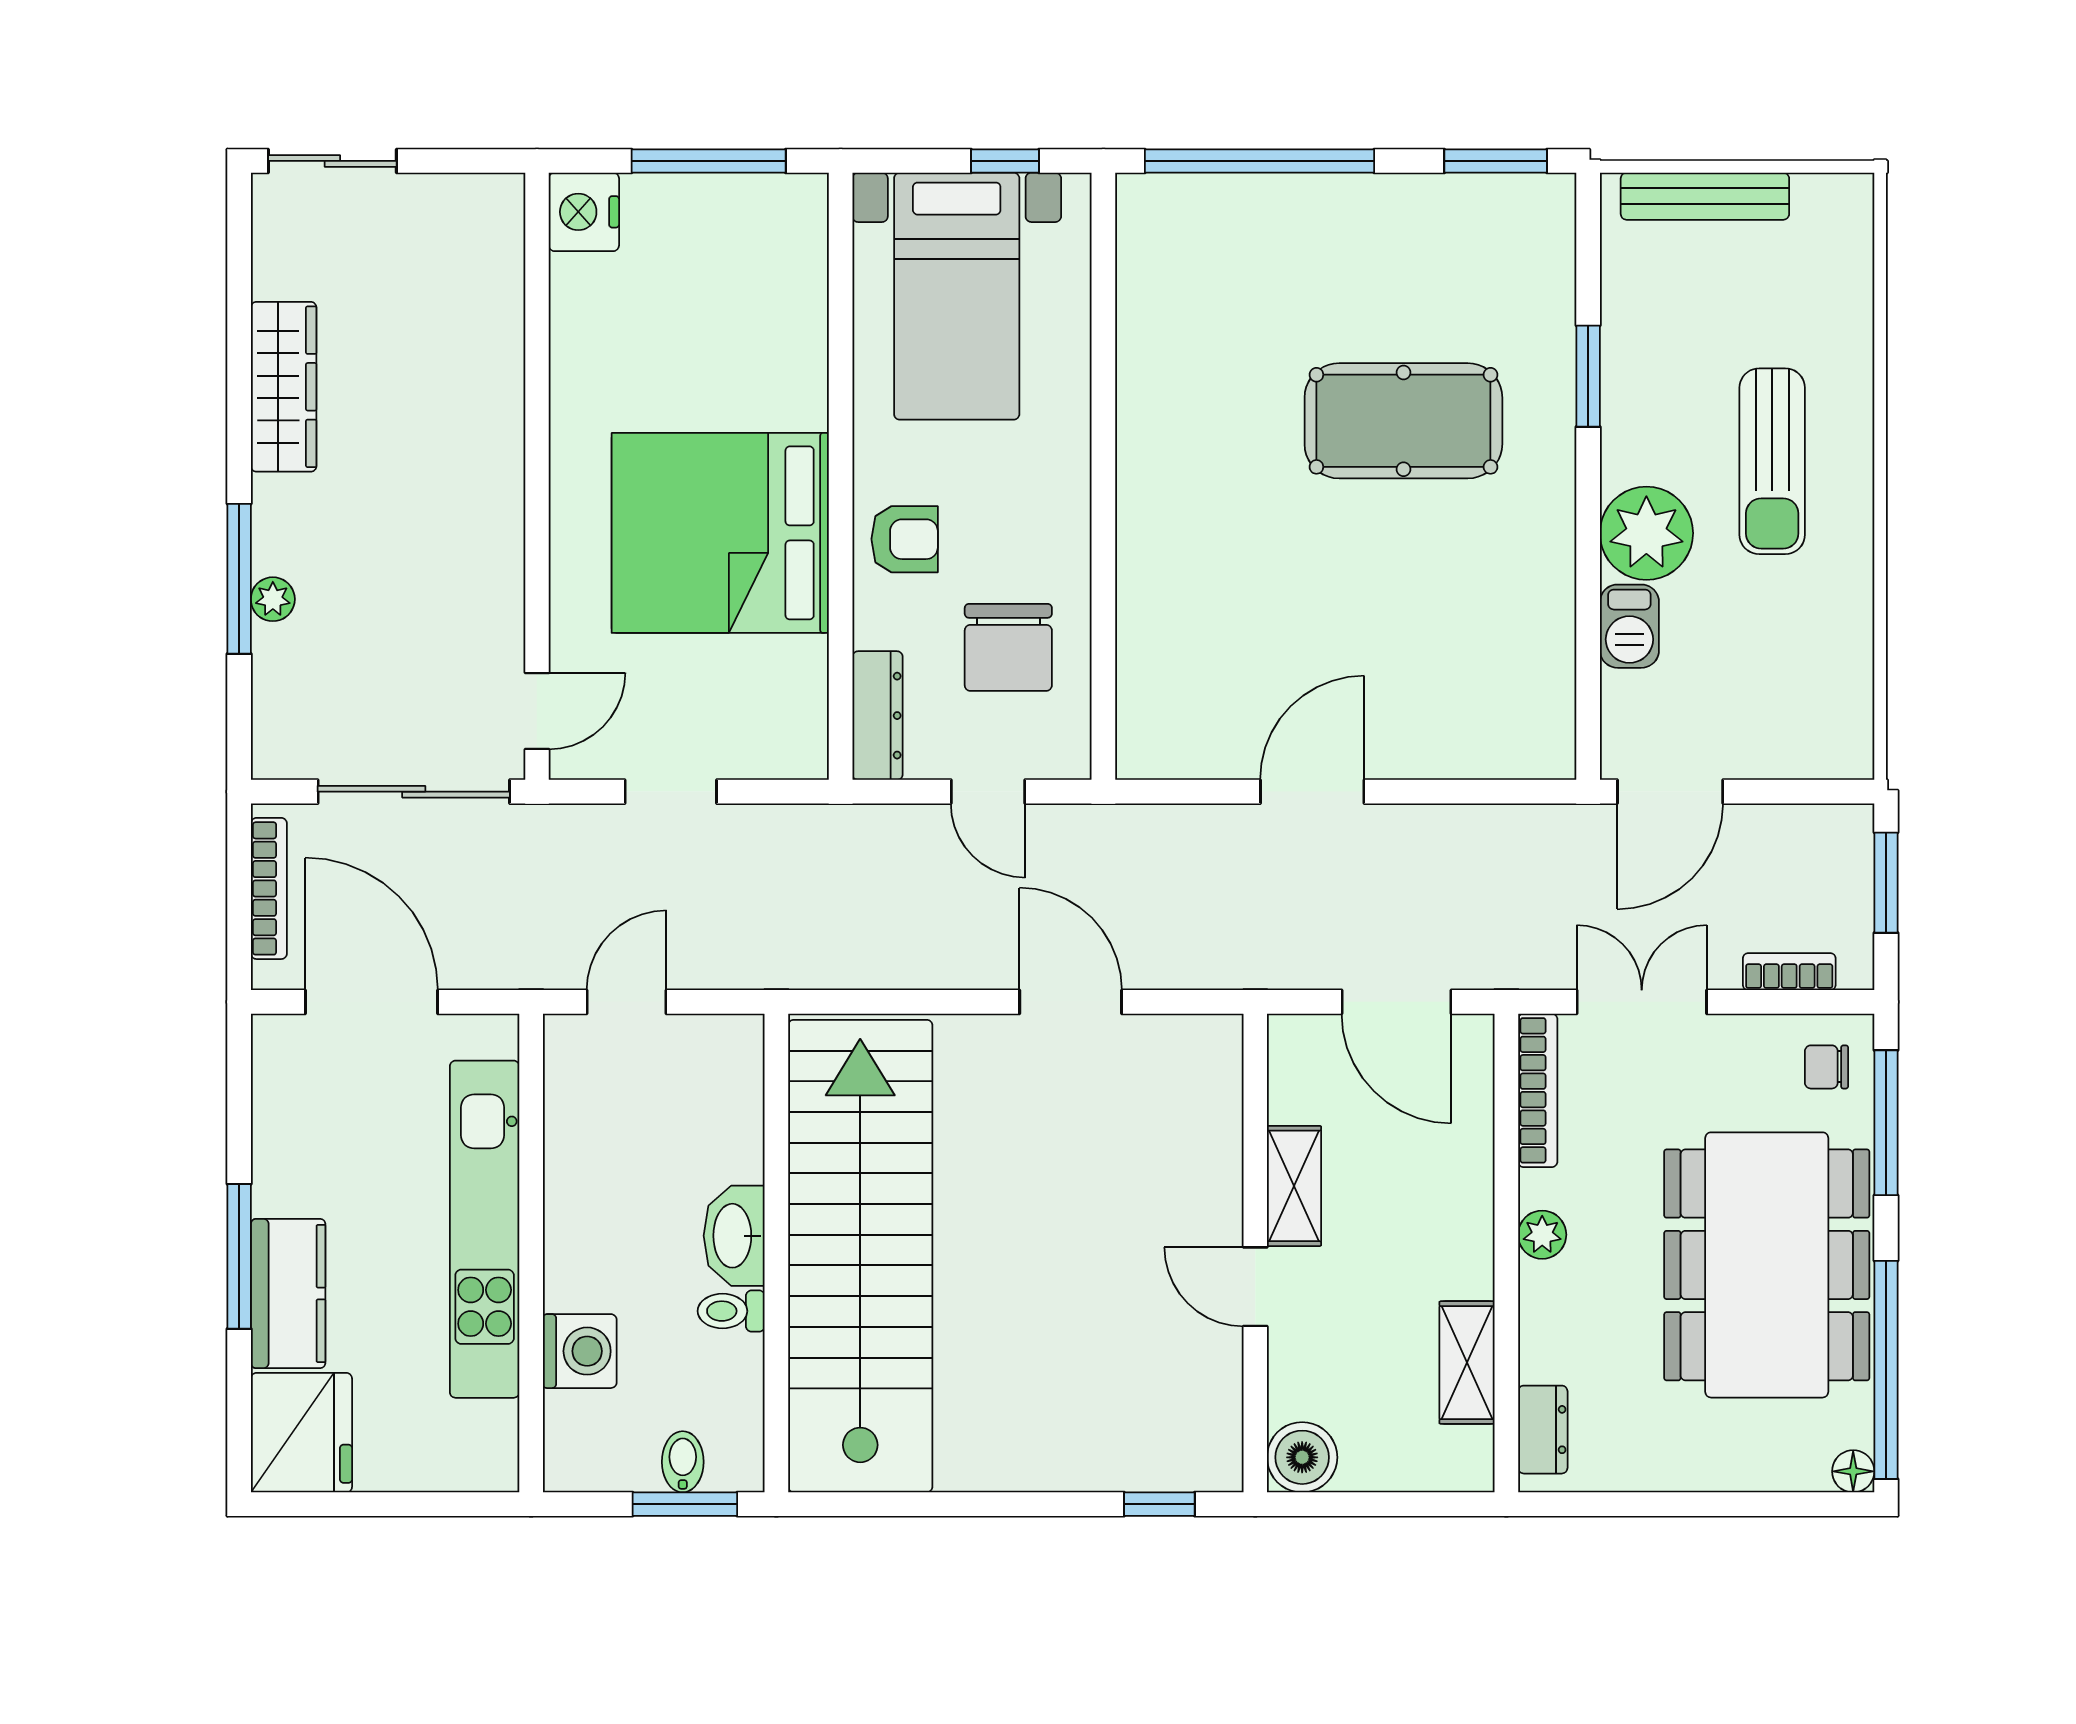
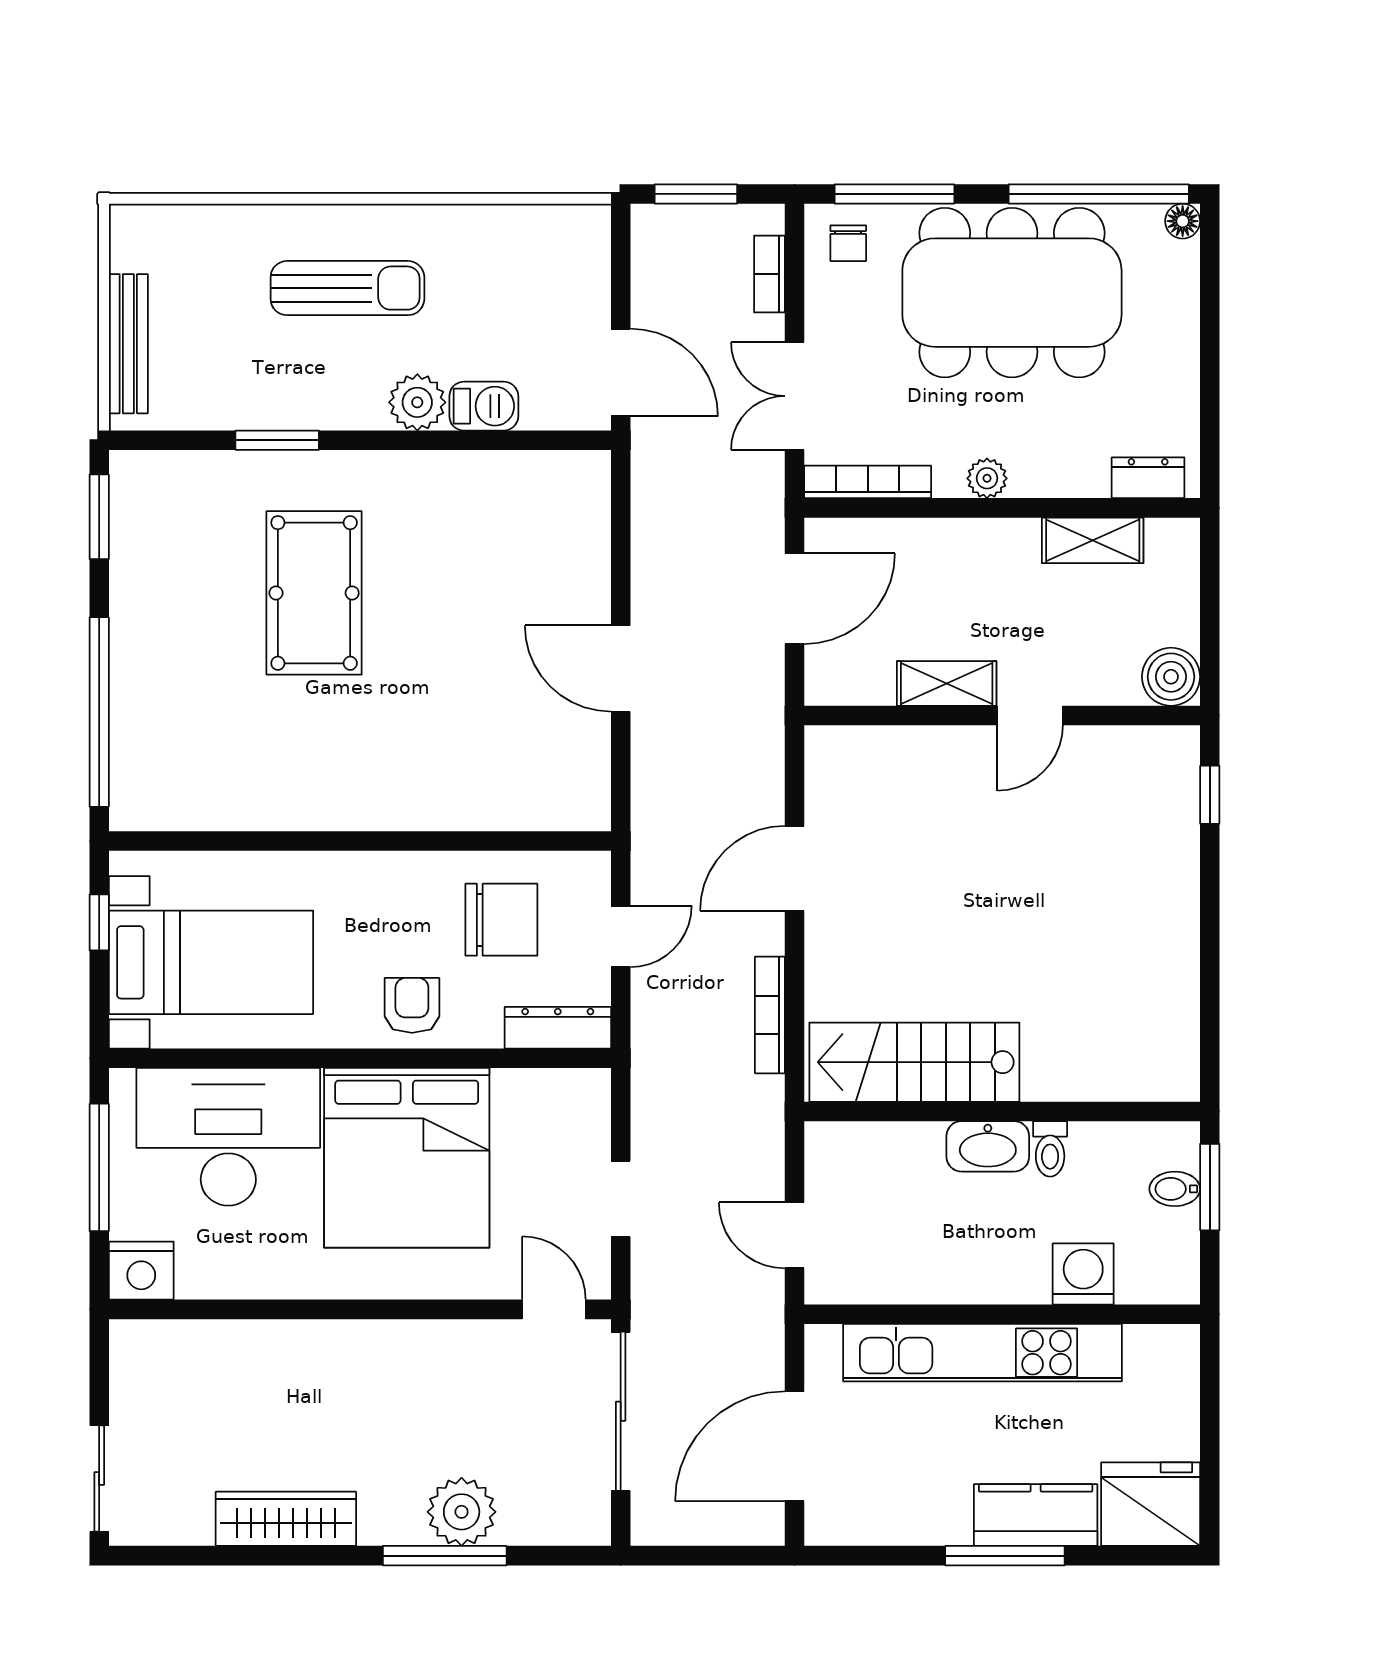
desk: (746, 317) -> (228, 1137), added
plant: (1646, 533) -> (417, 402), width x0.73, depth x0.73
plant: (273, 599) -> (462, 1512), width x1.88, depth x1.88
bookcase: (269, 888) -> (770, 1015), moved, turned -90
stairs: (860, 1256) -> (914, 1062), width x0.54, depth x0.66

